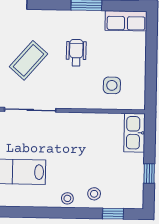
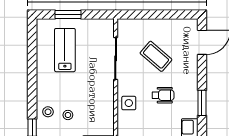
side table: (112, 85) -> (129, 103), moved
stool: (67, 198) -> (68, 115), moved

